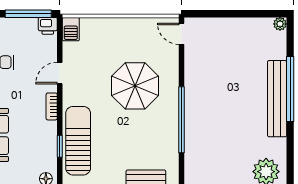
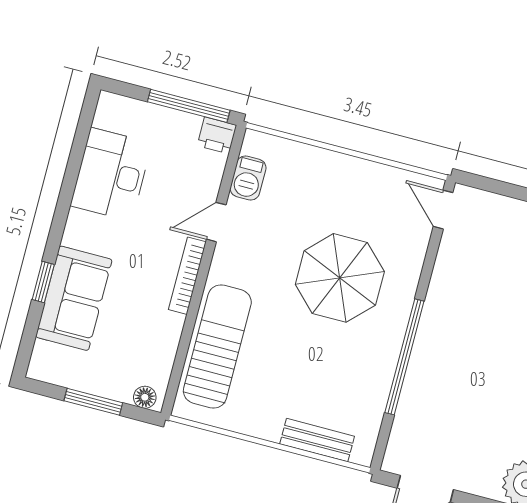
barbecue: (71, 29) -> (248, 178), moved
bookcase: (52, 106) -> (187, 276), width x1.56
window: (60, 146) -> (183, 348), removed

